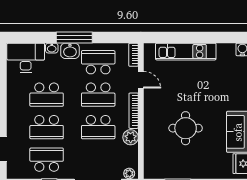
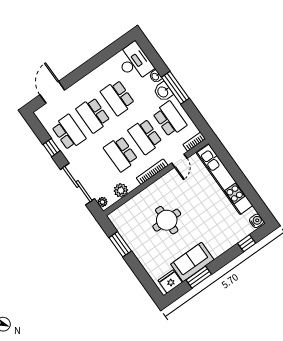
kitchen unit: (186, 52) -> (225, 179), width x1.36
plant: (131, 137) -> (121, 190), moved

